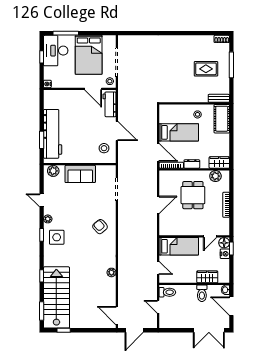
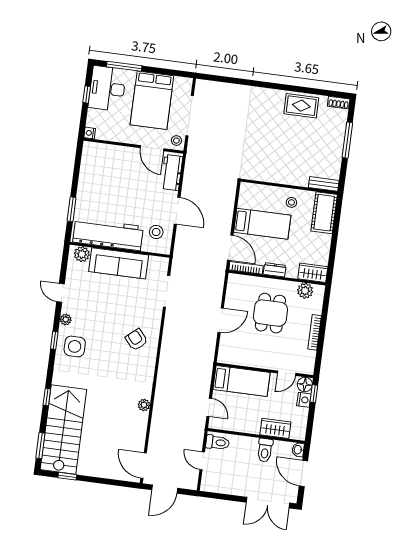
rug: (206, 69) -> (301, 106), moved
workbench: (53, 134) -> (108, 234), moved, turned -90
sofa: (80, 174) -> (119, 263), width x1.36

